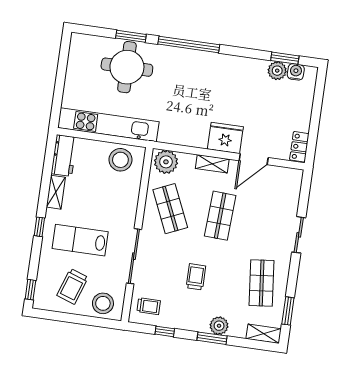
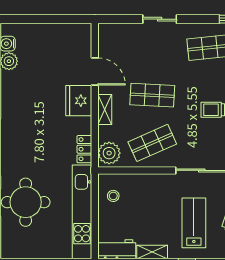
locker: (299, 147) -> (84, 149), moved, turned 90
stool: (120, 160) -> (113, 196), width x0.53, depth x0.53
lab bench: (80, 240) -> (194, 223), turned 180

